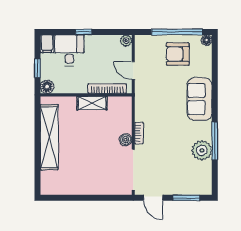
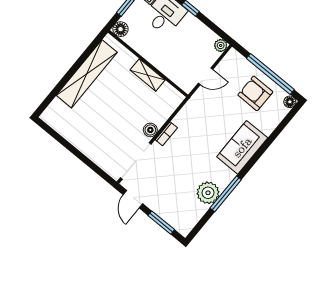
door: (133, 71) -> (206, 76), swing flipped
bookcase: (107, 89) -> (171, 73), removed

